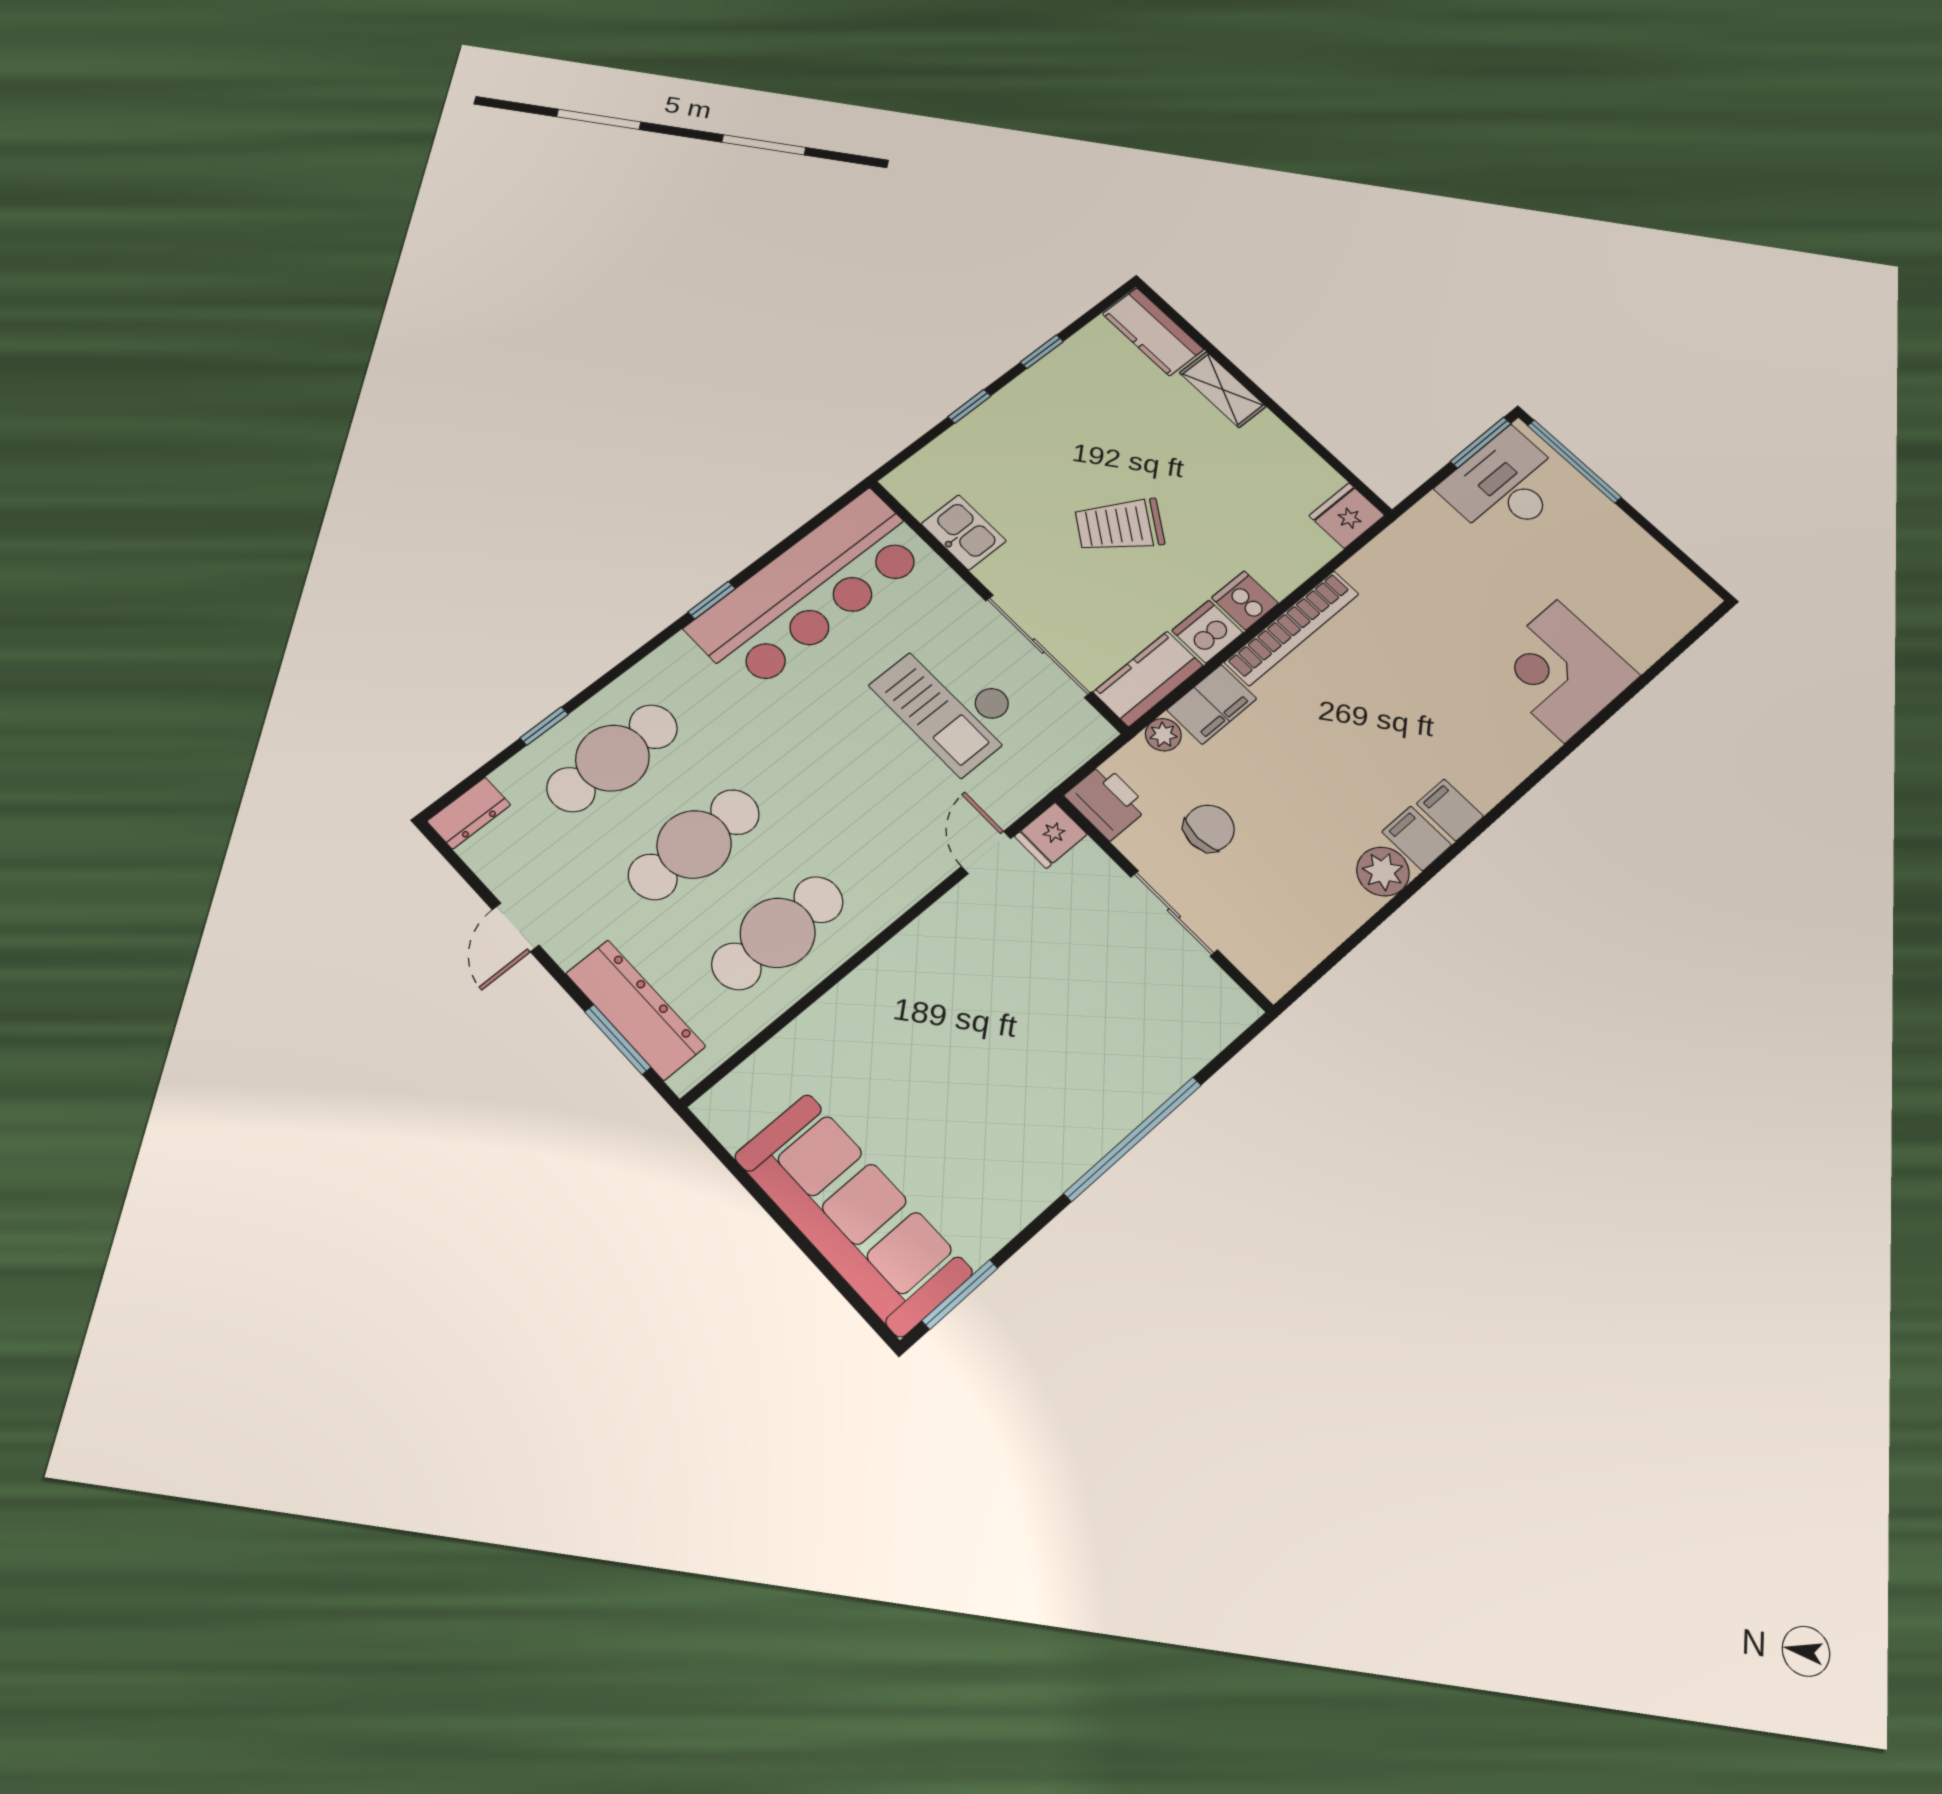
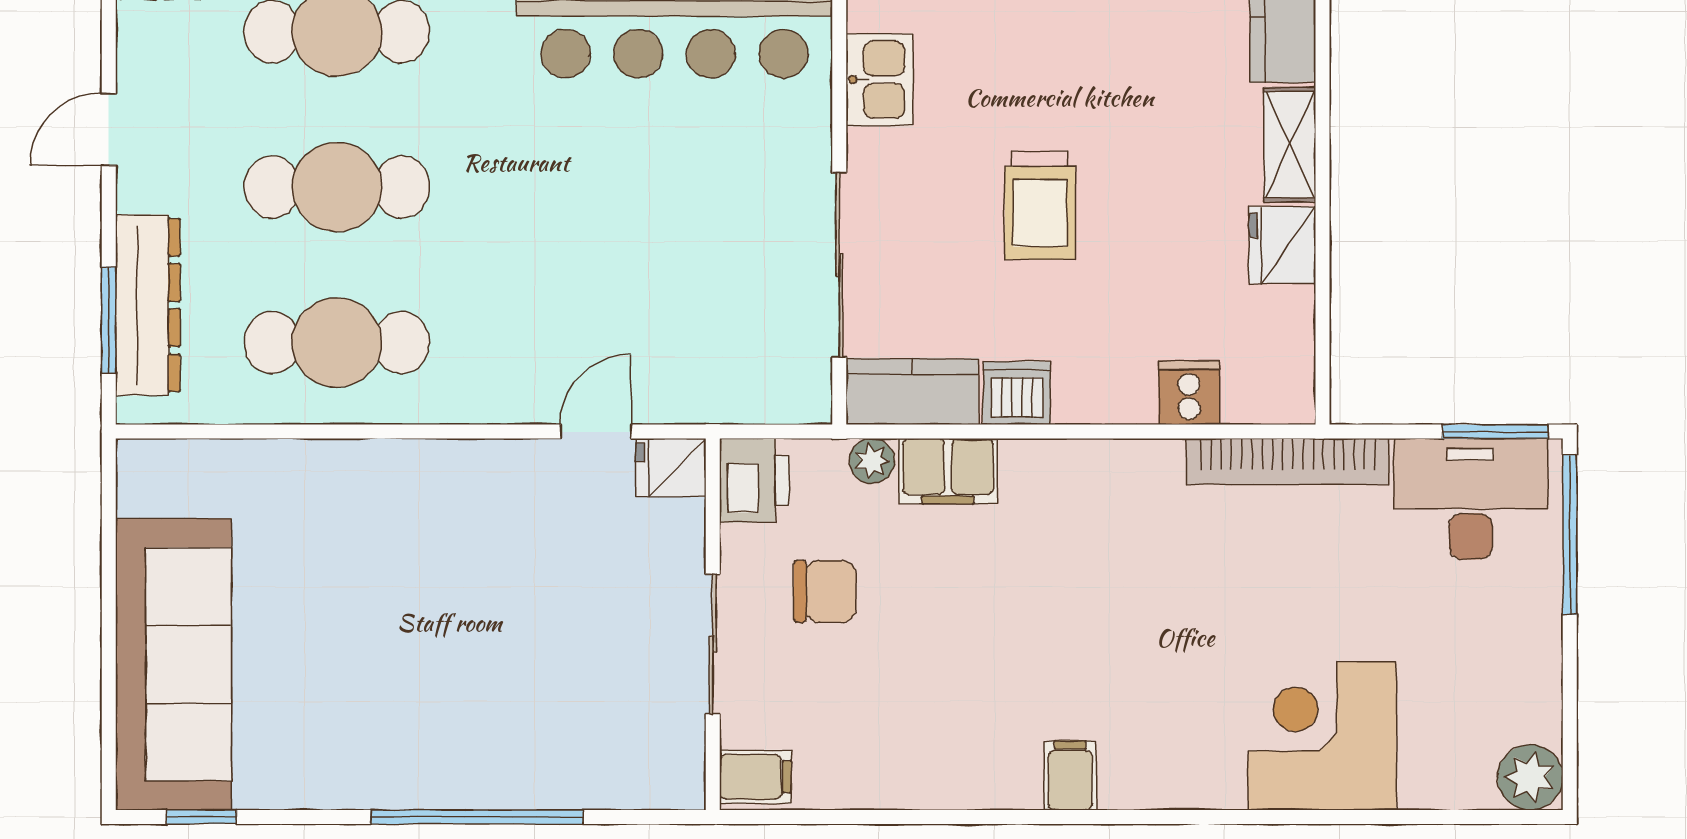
fridge: (1347, 516) -> (1282, 245), moved, turned -90
trolley: (1120, 525) -> (1040, 205), turned -124
cooker: (1245, 600) -> (1189, 393), moved
bookcase: (1292, 628) -> (1288, 461), moved
checkout: (950, 703) -> (700, 251), removed
filing cabinet: (1417, 838) -> (755, 777), moved, turned 90
plant: (1383, 872) -> (1530, 777), moved
window: (960, 1294) -> (201, 817), width x0.67

